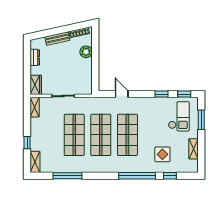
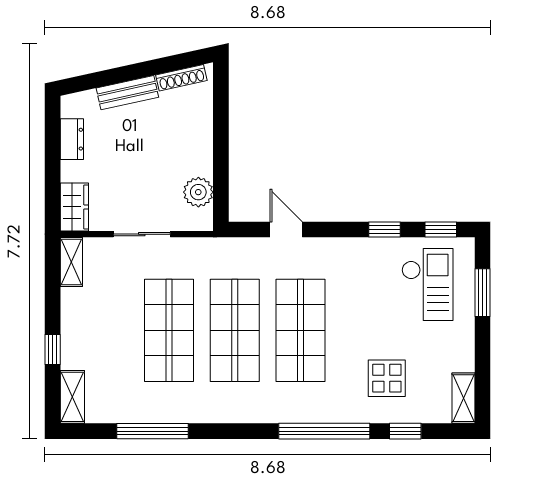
plant: (86, 52) -> (198, 192), moved
shelving: (193, 149) -> (463, 398), moved

